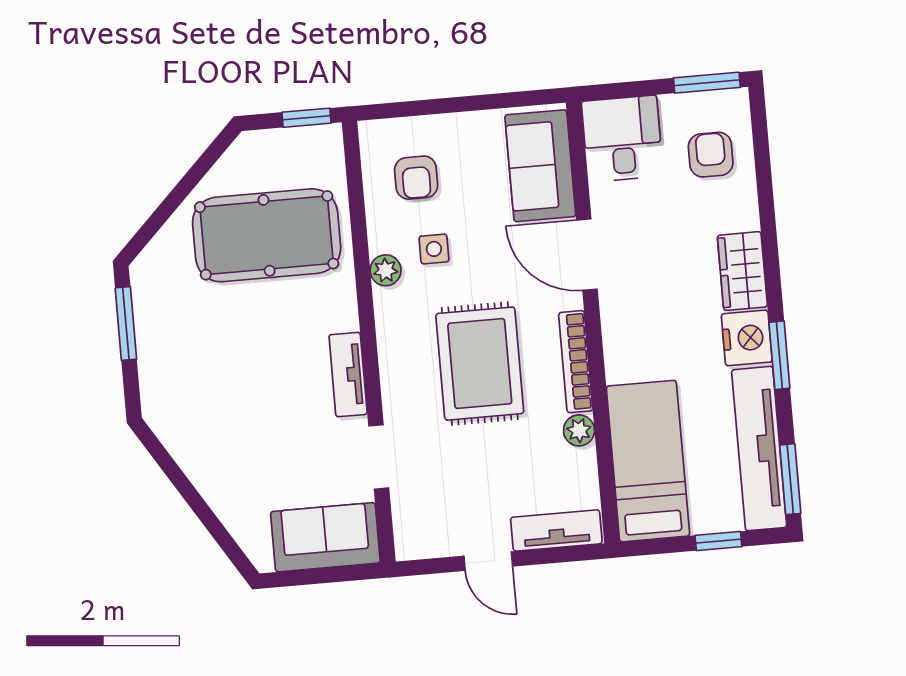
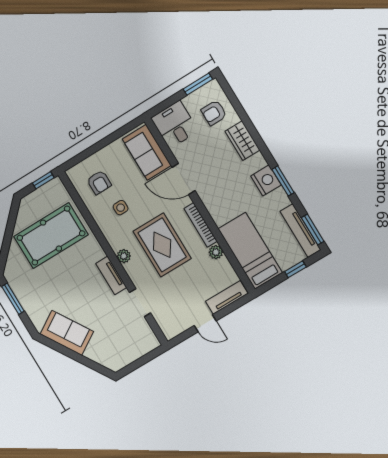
armchair: (711, 155) -> (214, 113), turned -90
plant: (386, 270) -> (124, 256), moved
wardrobe: (742, 271) -> (243, 141), moved
tv unit: (759, 449) -> (300, 231), width x0.73, depth x0.78
sofa: (325, 537) -> (67, 333), moved, turned 58

